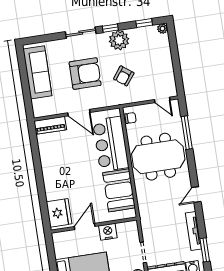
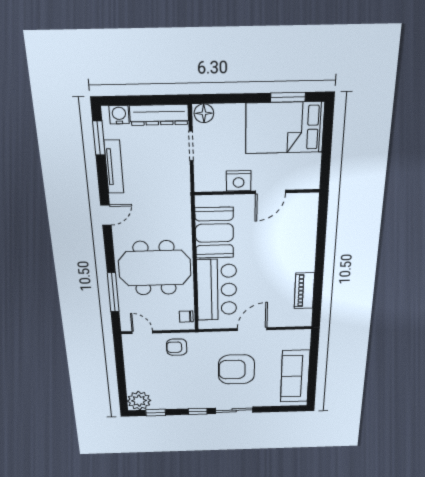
plant: (162, 29) -> (139, 401), width x1.88, depth x1.88
plant: (119, 40) -> (189, 399), removed
armchair: (124, 76) -> (177, 347), moved, turned -127
door: (79, 113) -> (252, 329), hinge flipped
piano: (50, 125) -> (304, 291), moved, turned -90
fridge: (59, 213) -> (303, 214), removed

